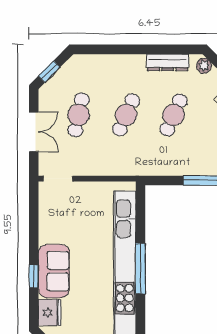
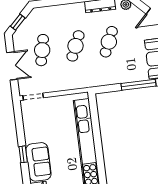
window: (140, 269) -> (99, 153), removed
window: (34, 276) -> (23, 154), moved

